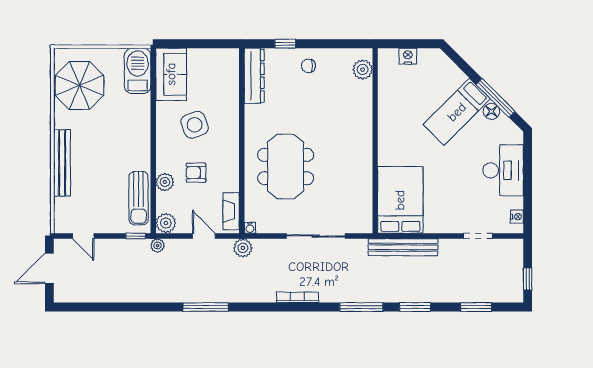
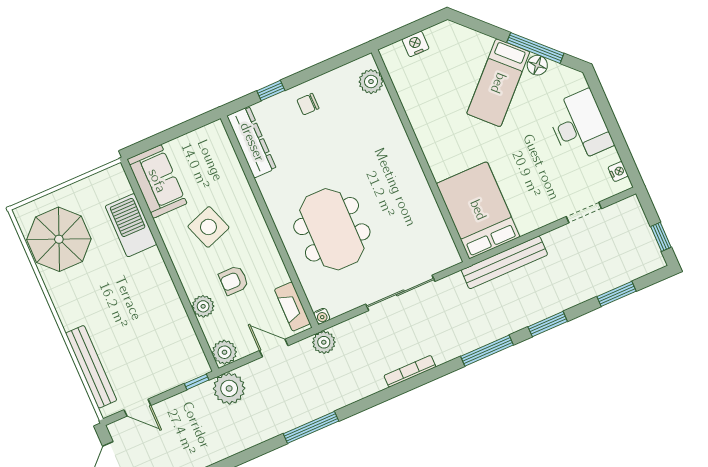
barbecue: (138, 71) -> (131, 225), moved
bench: (62, 163) -> (91, 367), moved
sun lounger: (139, 198) -> (181, 338), removed
plant: (158, 245) -> (229, 388), width x1.88, depth x1.88

